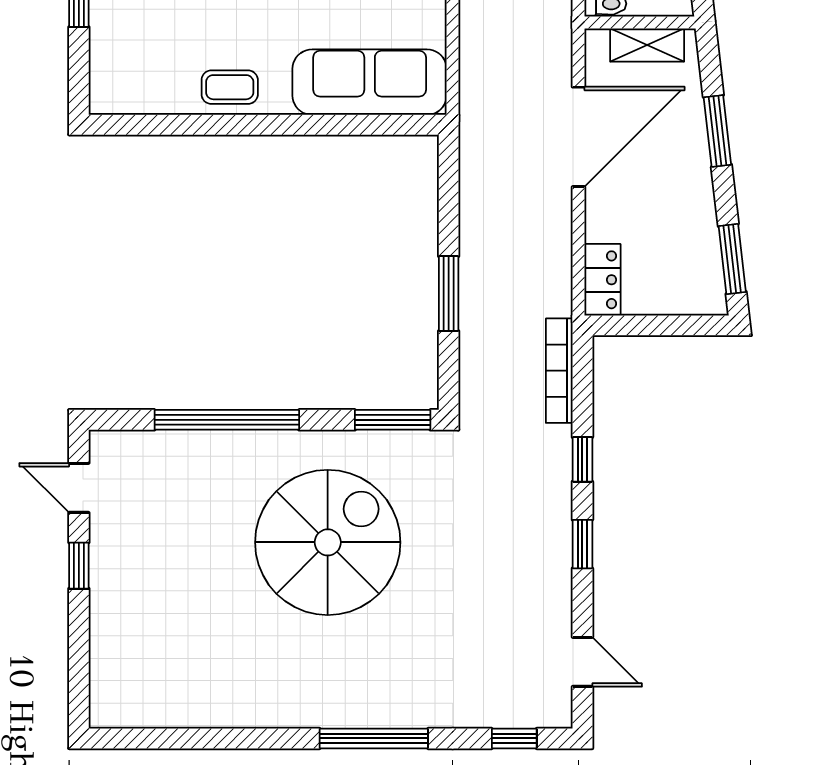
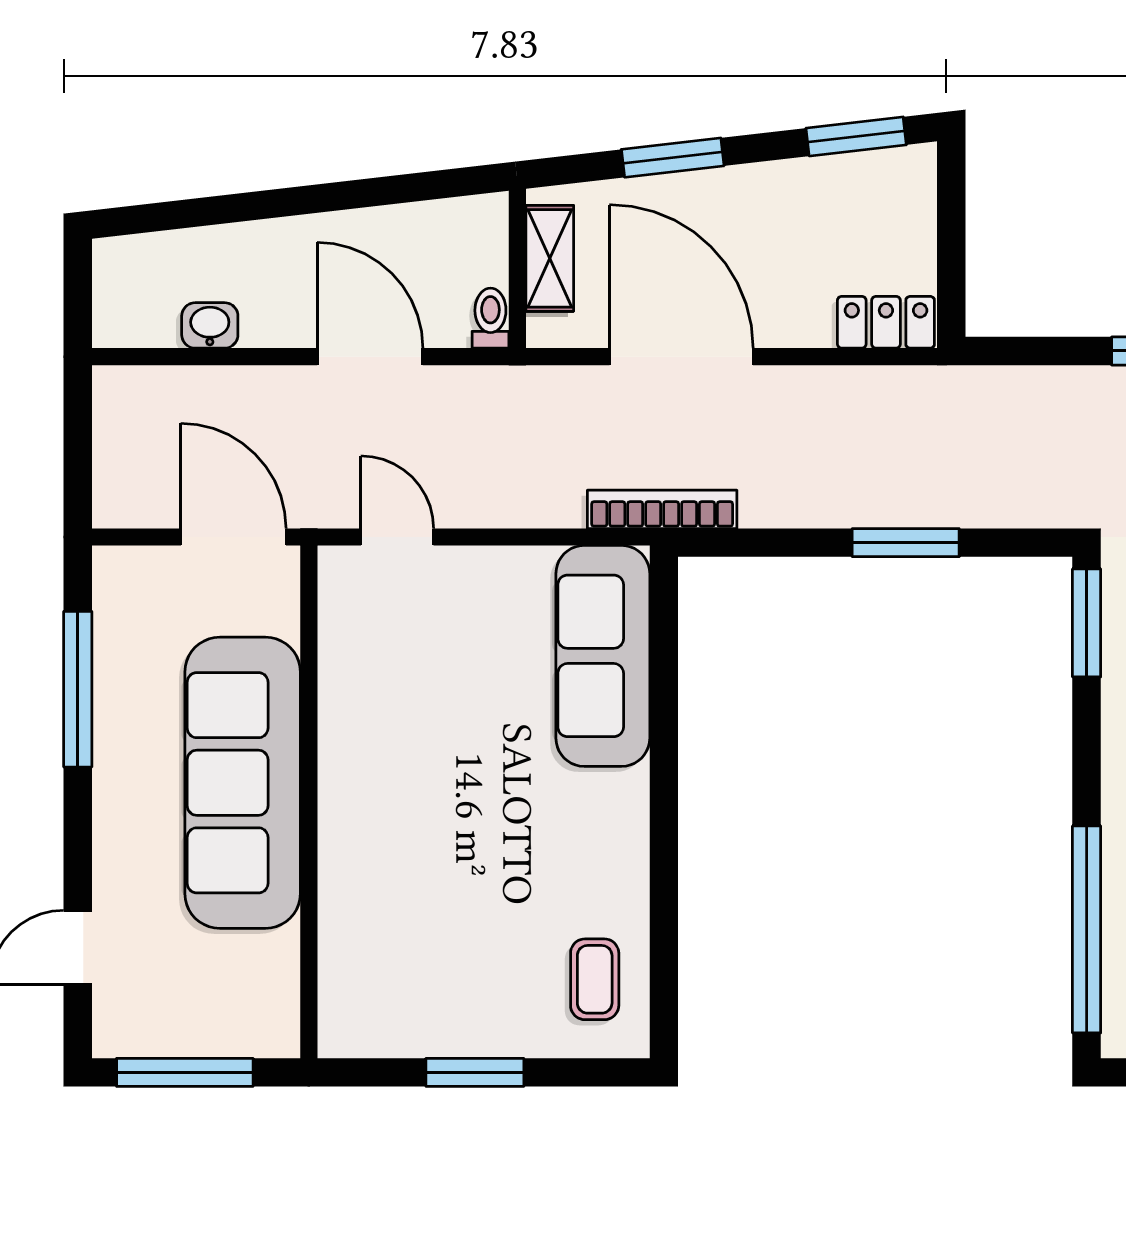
coffee table: (230, 87) -> (595, 979), moved
bookcase: (559, 371) -> (662, 509), moved, turned 180
window: (227, 420) -> (1087, 929), moved

